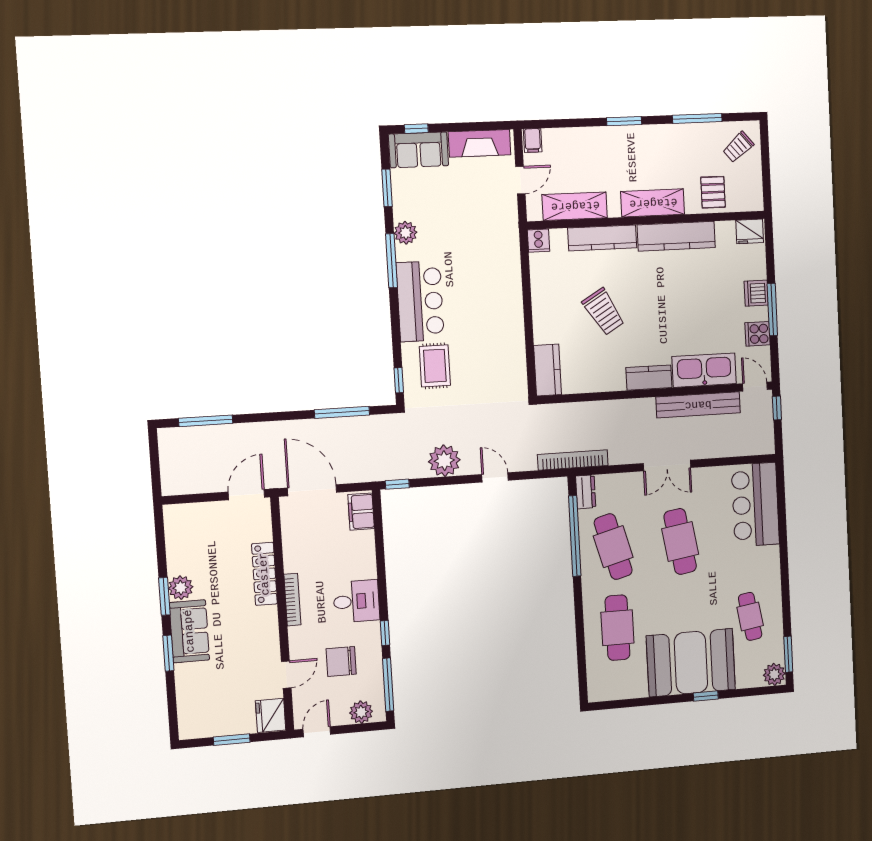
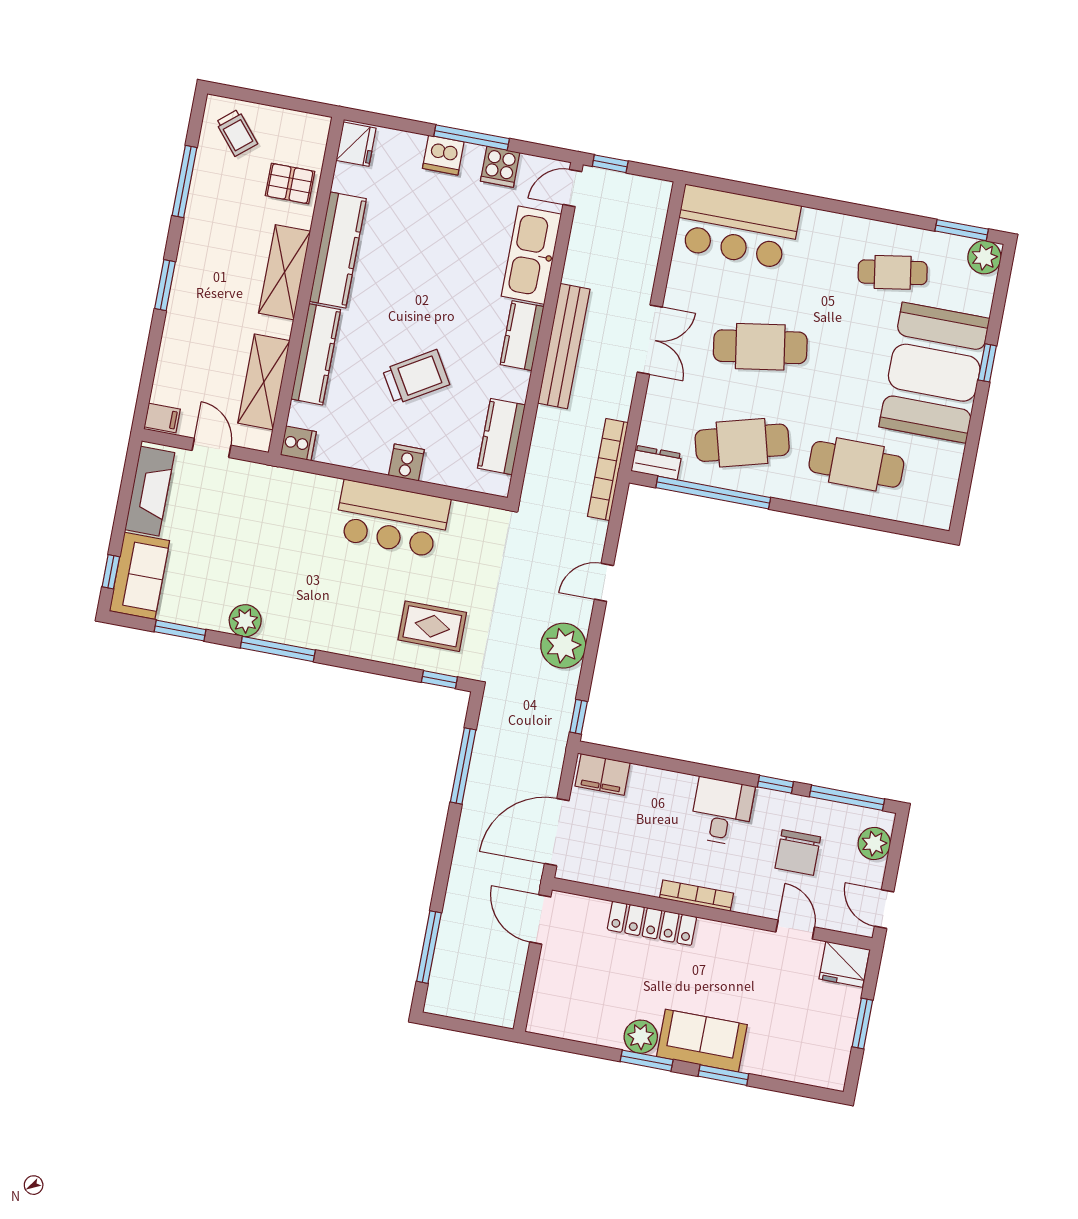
bar counter: (420, 301) -> (392, 519), moved, turned 180
cooker: (544, 319) -> (406, 463), added
kitchen counter: (548, 370) -> (501, 437), moved, turned -90
bench: (698, 405) -> (564, 346), moved

